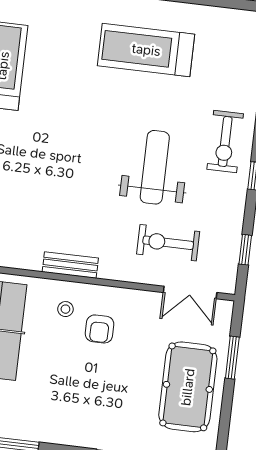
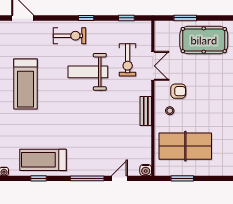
double door: (190, 292) -> (153, 66), moved

